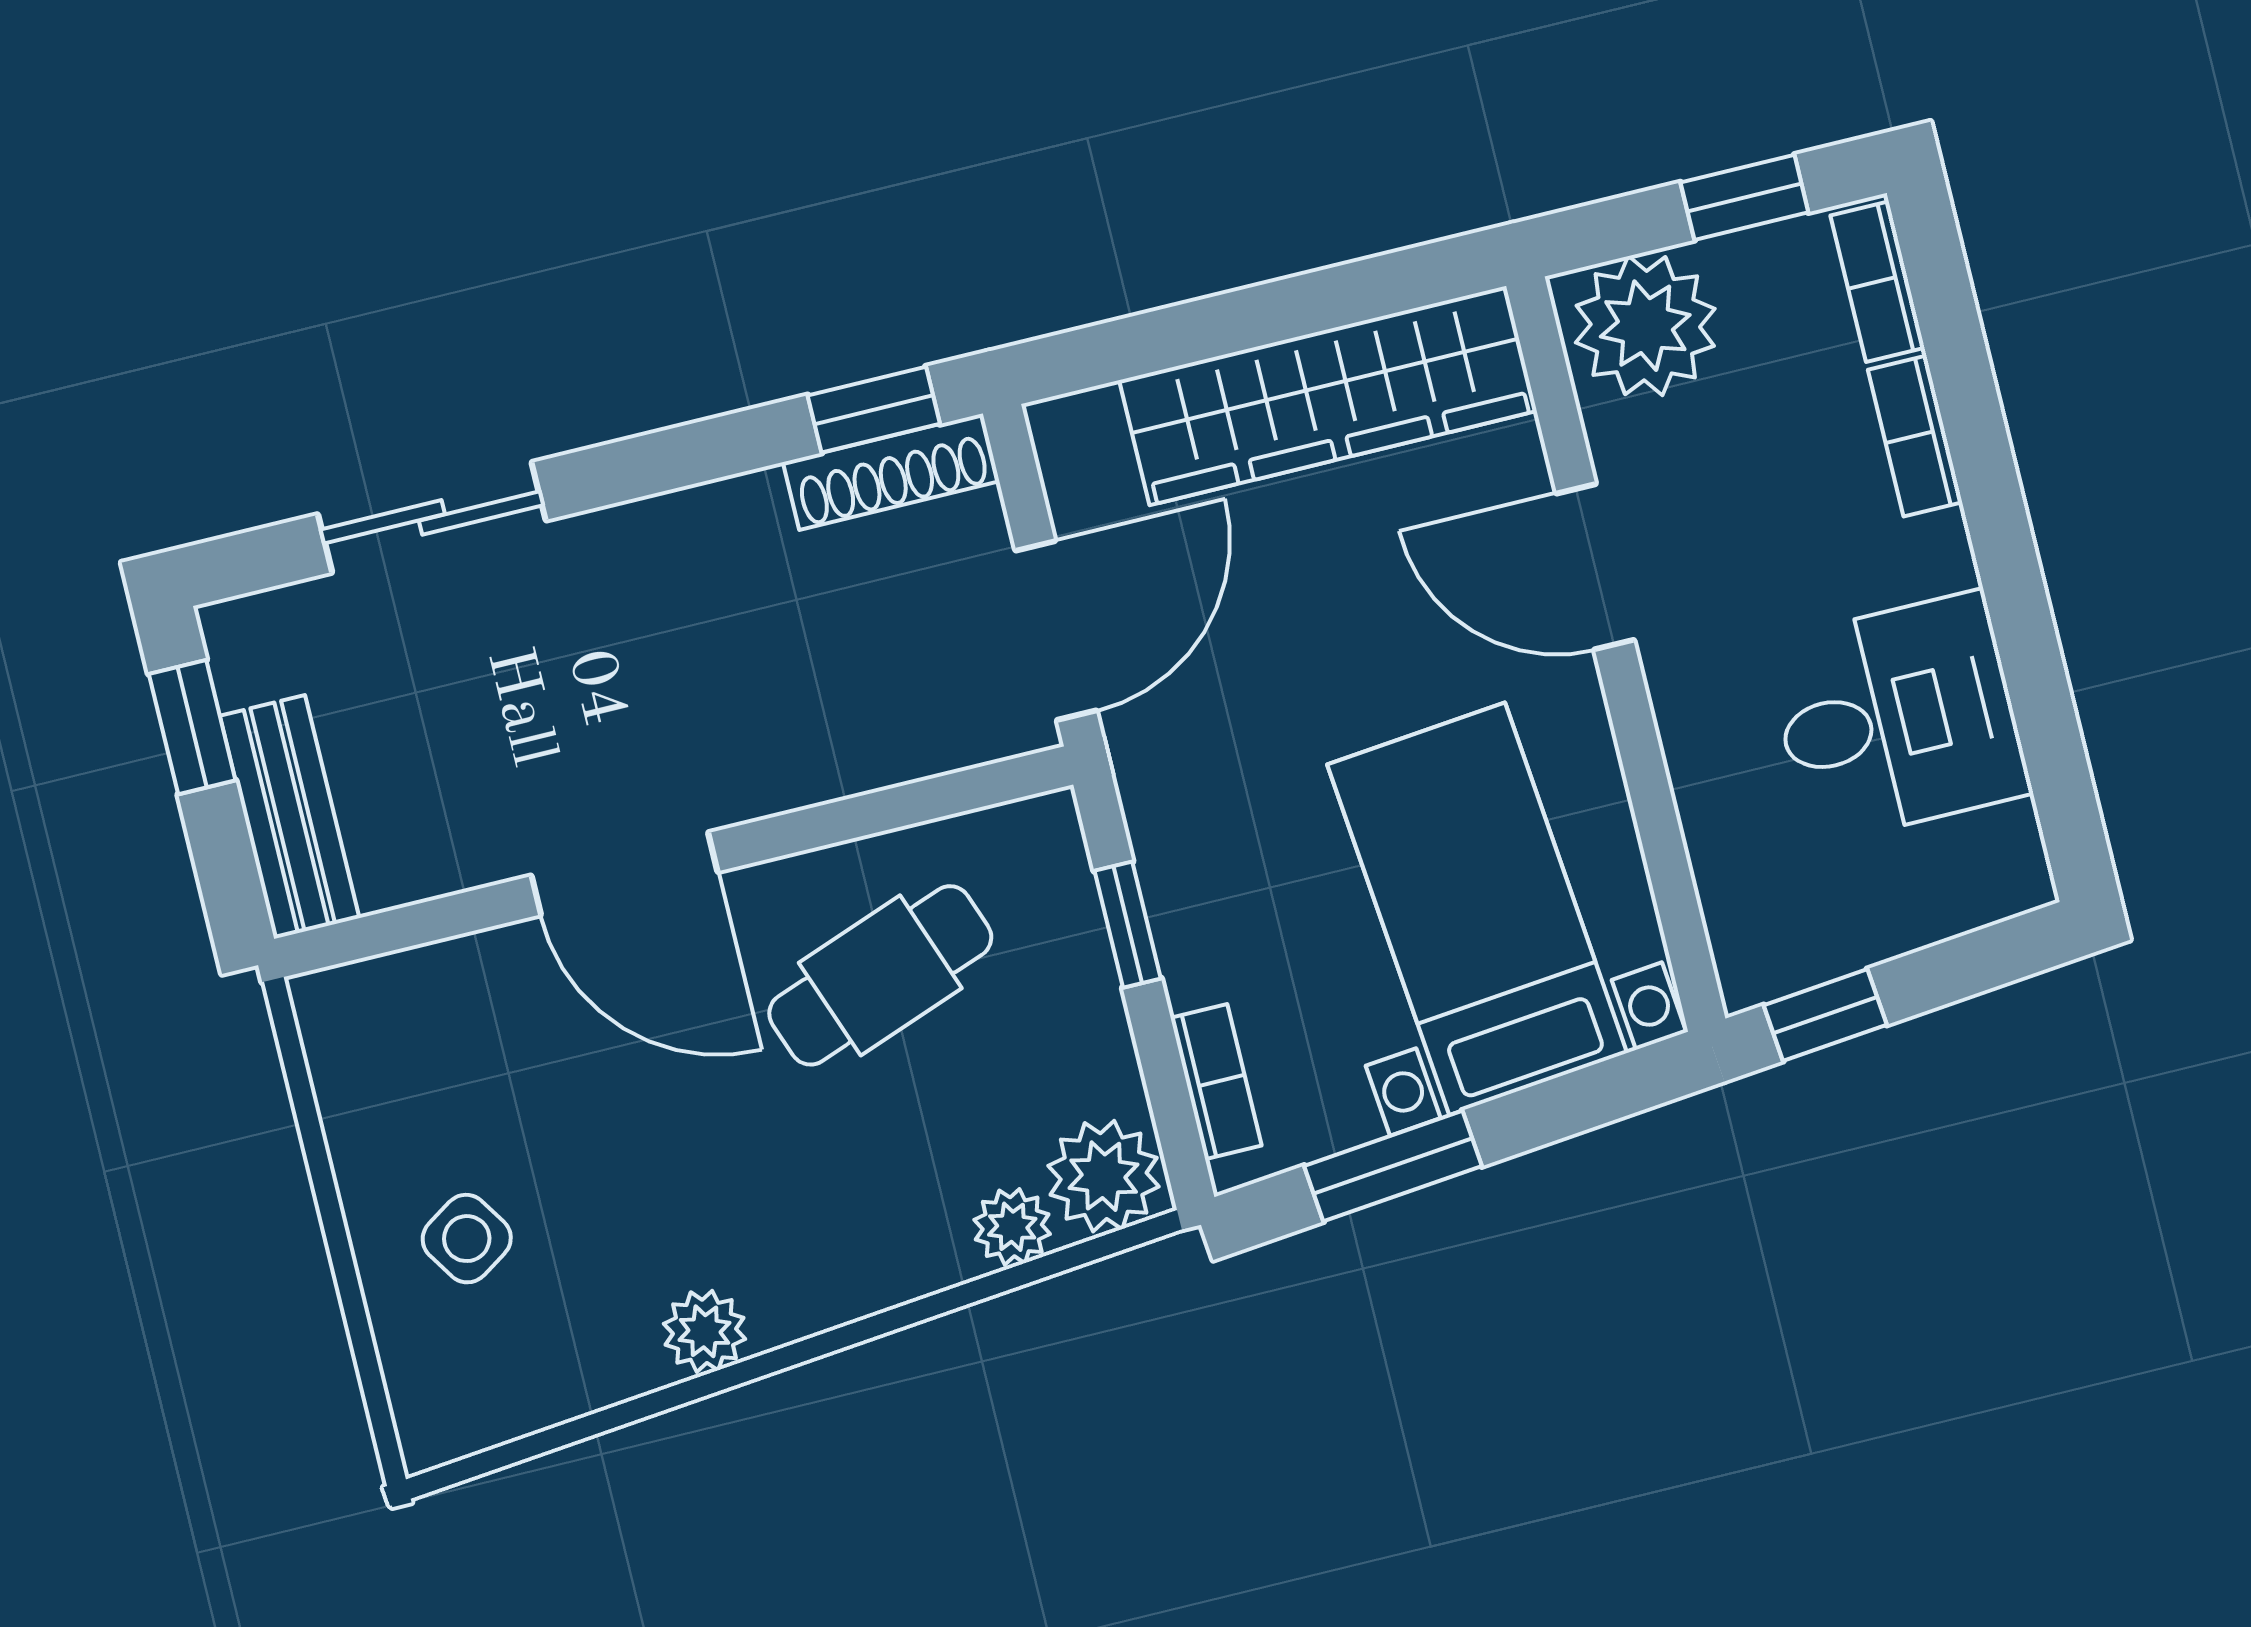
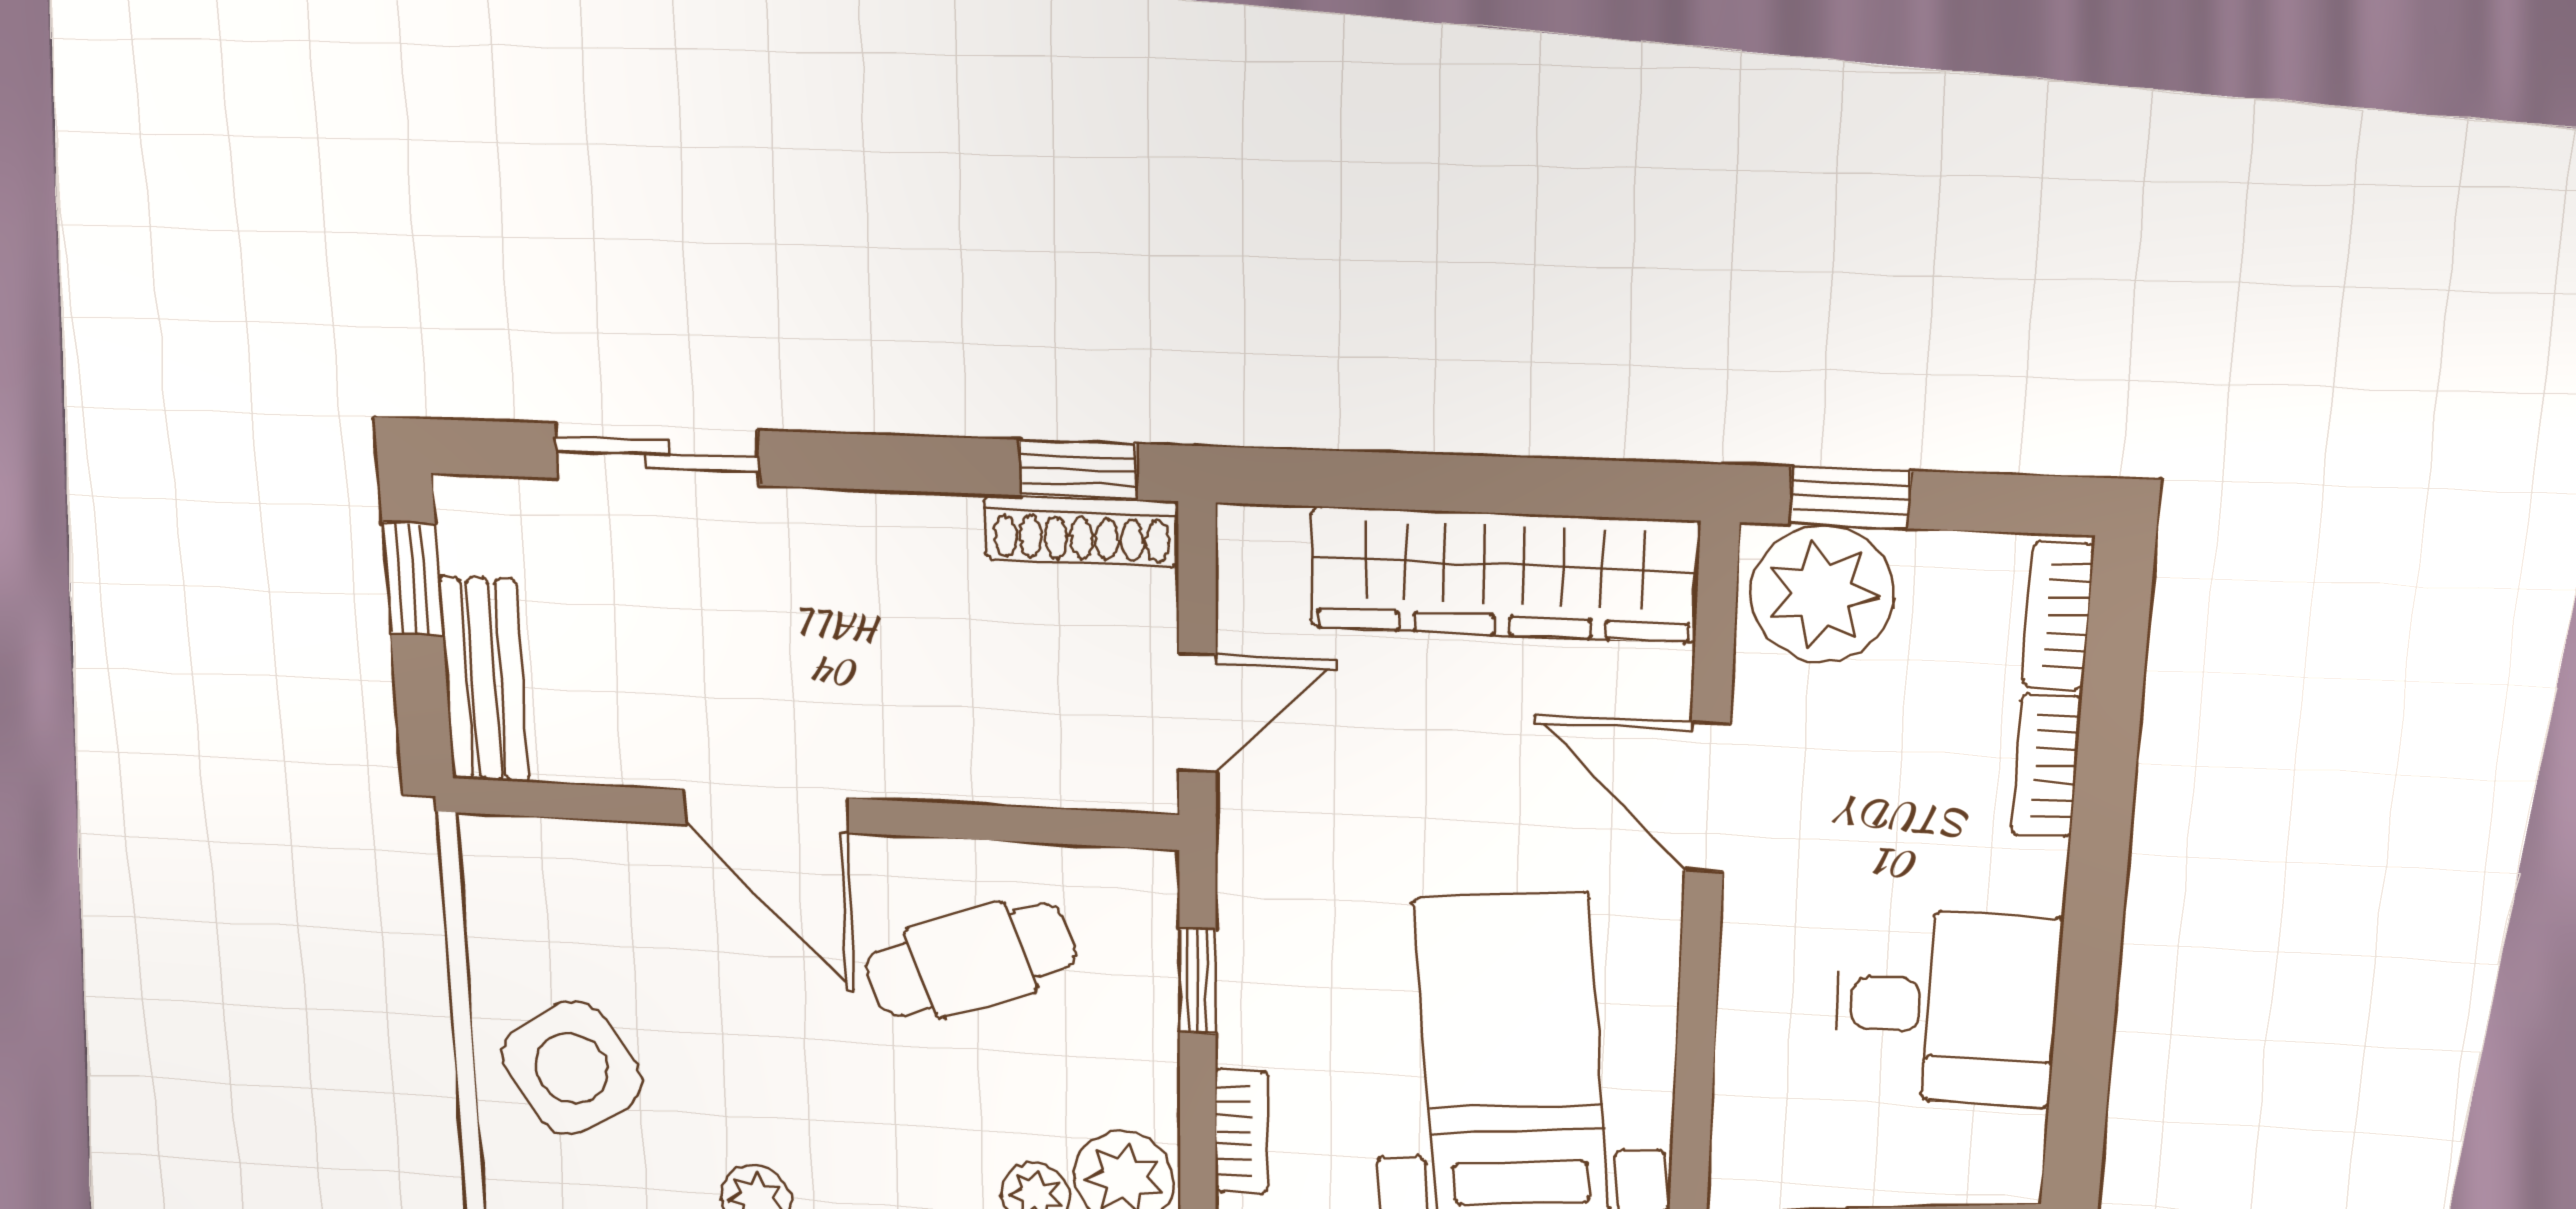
window: (1744, 197) -> (1850, 498), moved
door: (1056, 630) -> (1197, 713), width x0.73
side table: (467, 1239) -> (572, 1068), width x1.87, depth x1.87

